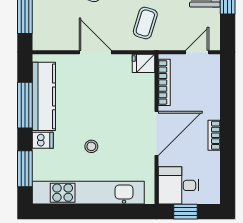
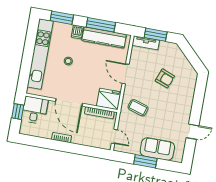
tv unit: (40, 29) -> (146, 43), added
door: (95, 52) -> (126, 74), swing flipped
fridge: (143, 63) -> (109, 99), width x1.88, depth x1.34

